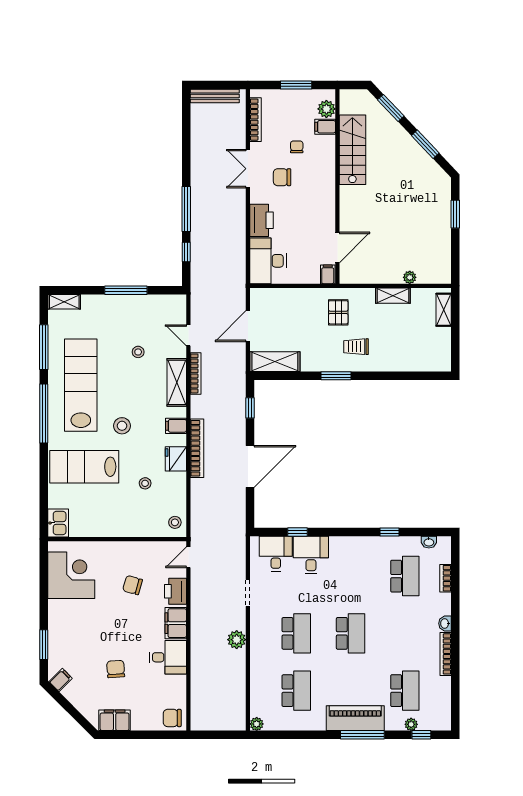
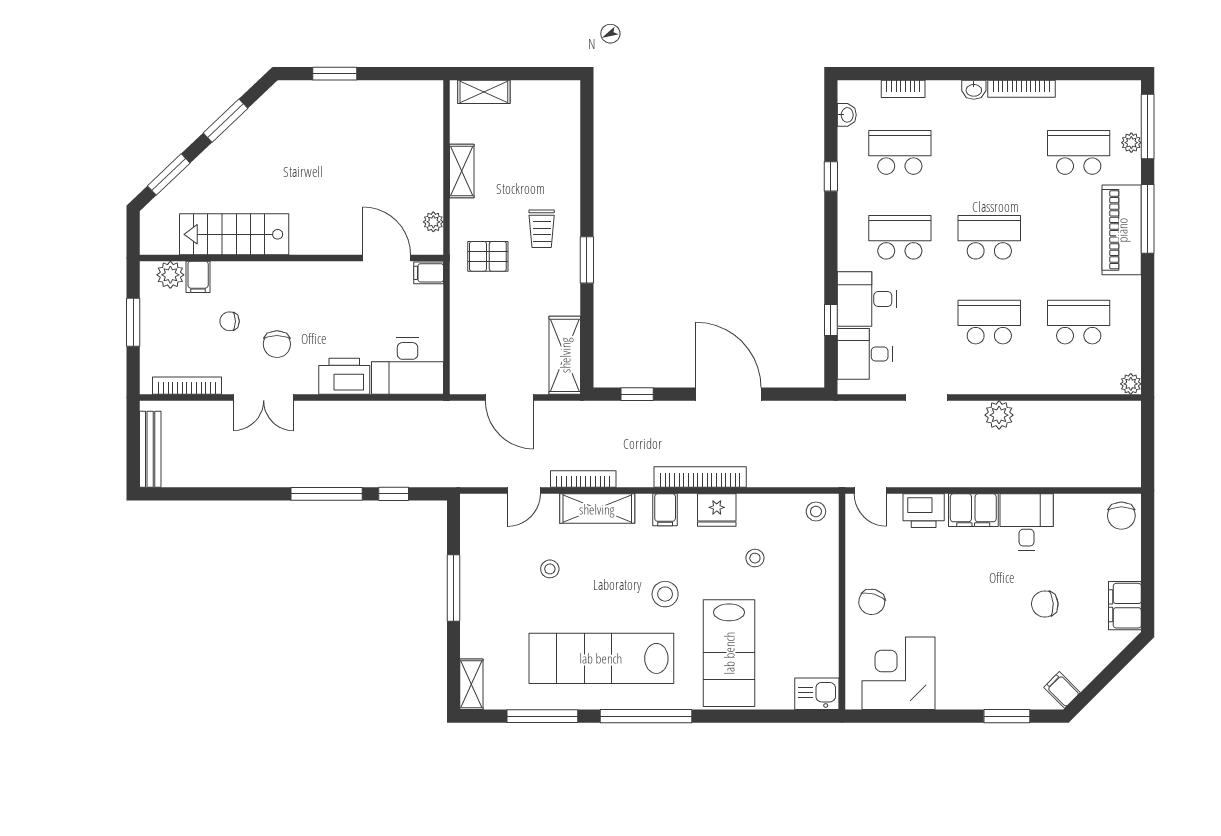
plant: (410, 277) -> (433, 222), moved
school desk: (351, 576) -> (900, 237), added
chair: (133, 585) -> (872, 602), moved
window: (421, 735) -> (1148, 126), width x2.17

